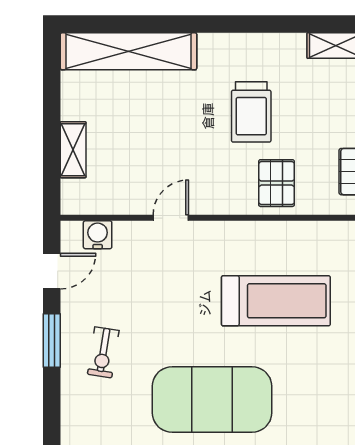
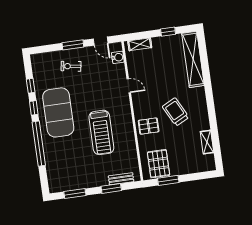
window: (52, 103) -> (168, 32), added
trolley: (251, 112) -> (176, 112), turned 63
shelving: (73, 150) -> (140, 44), moved

